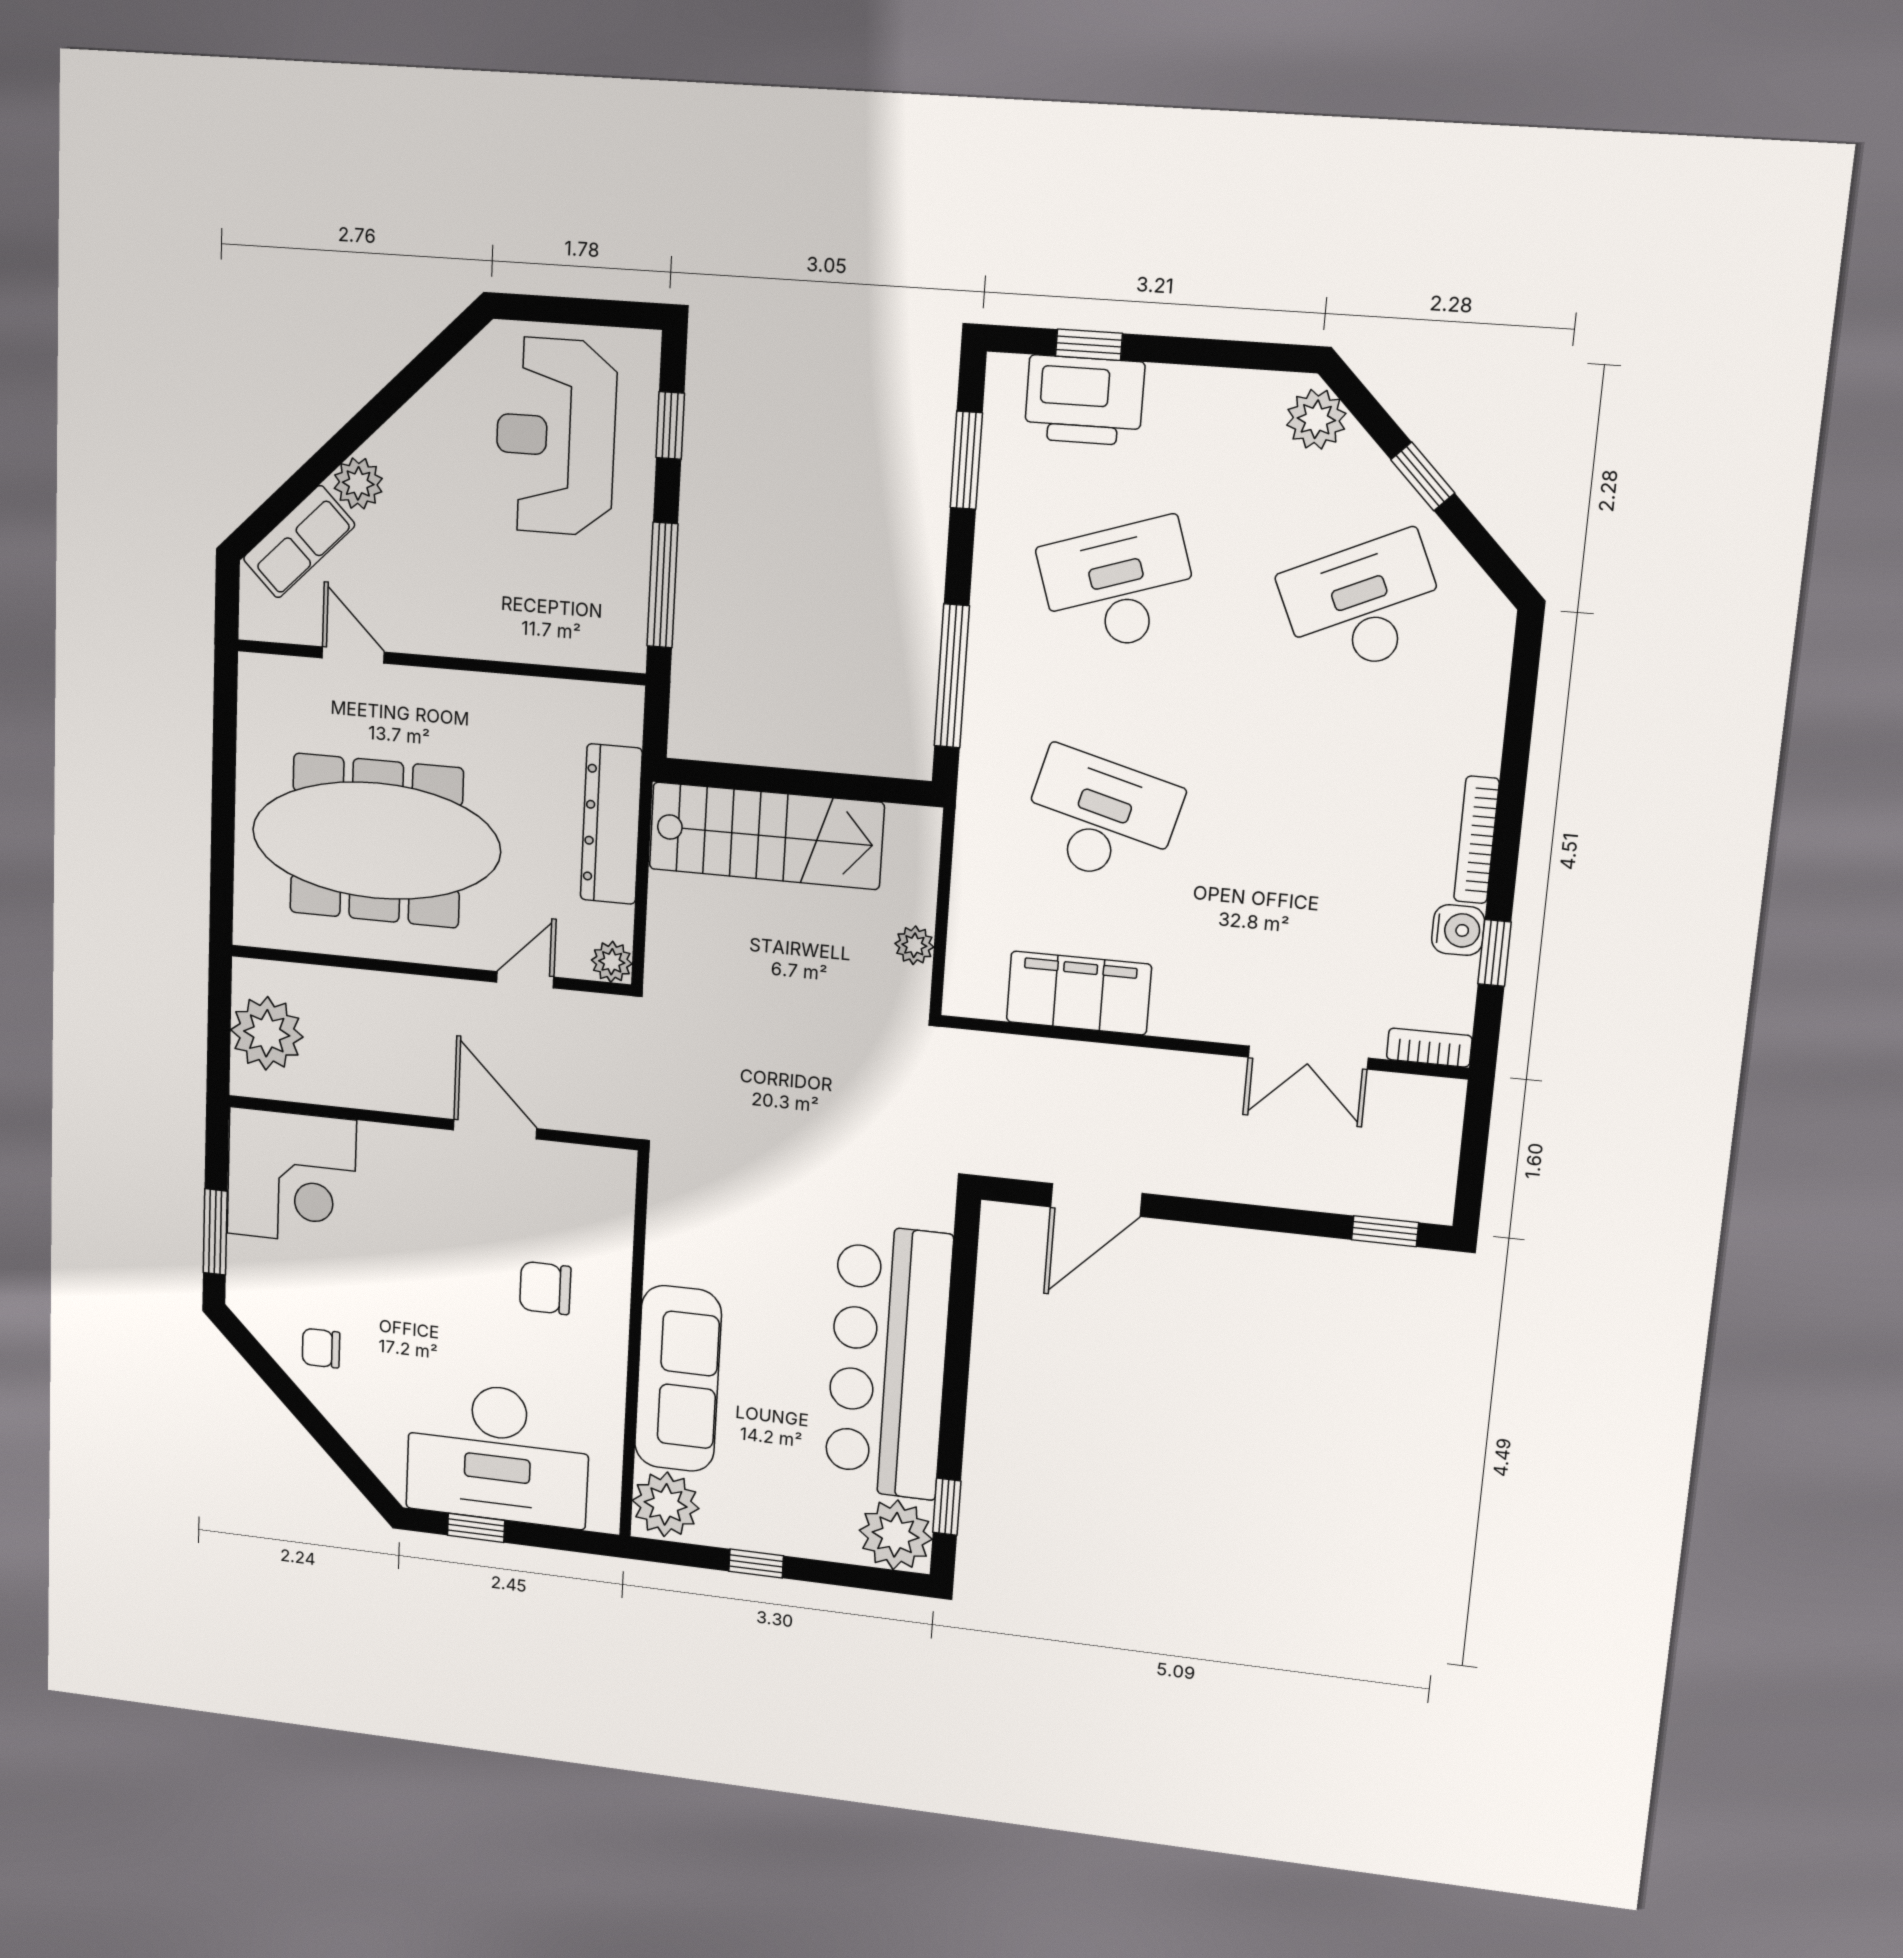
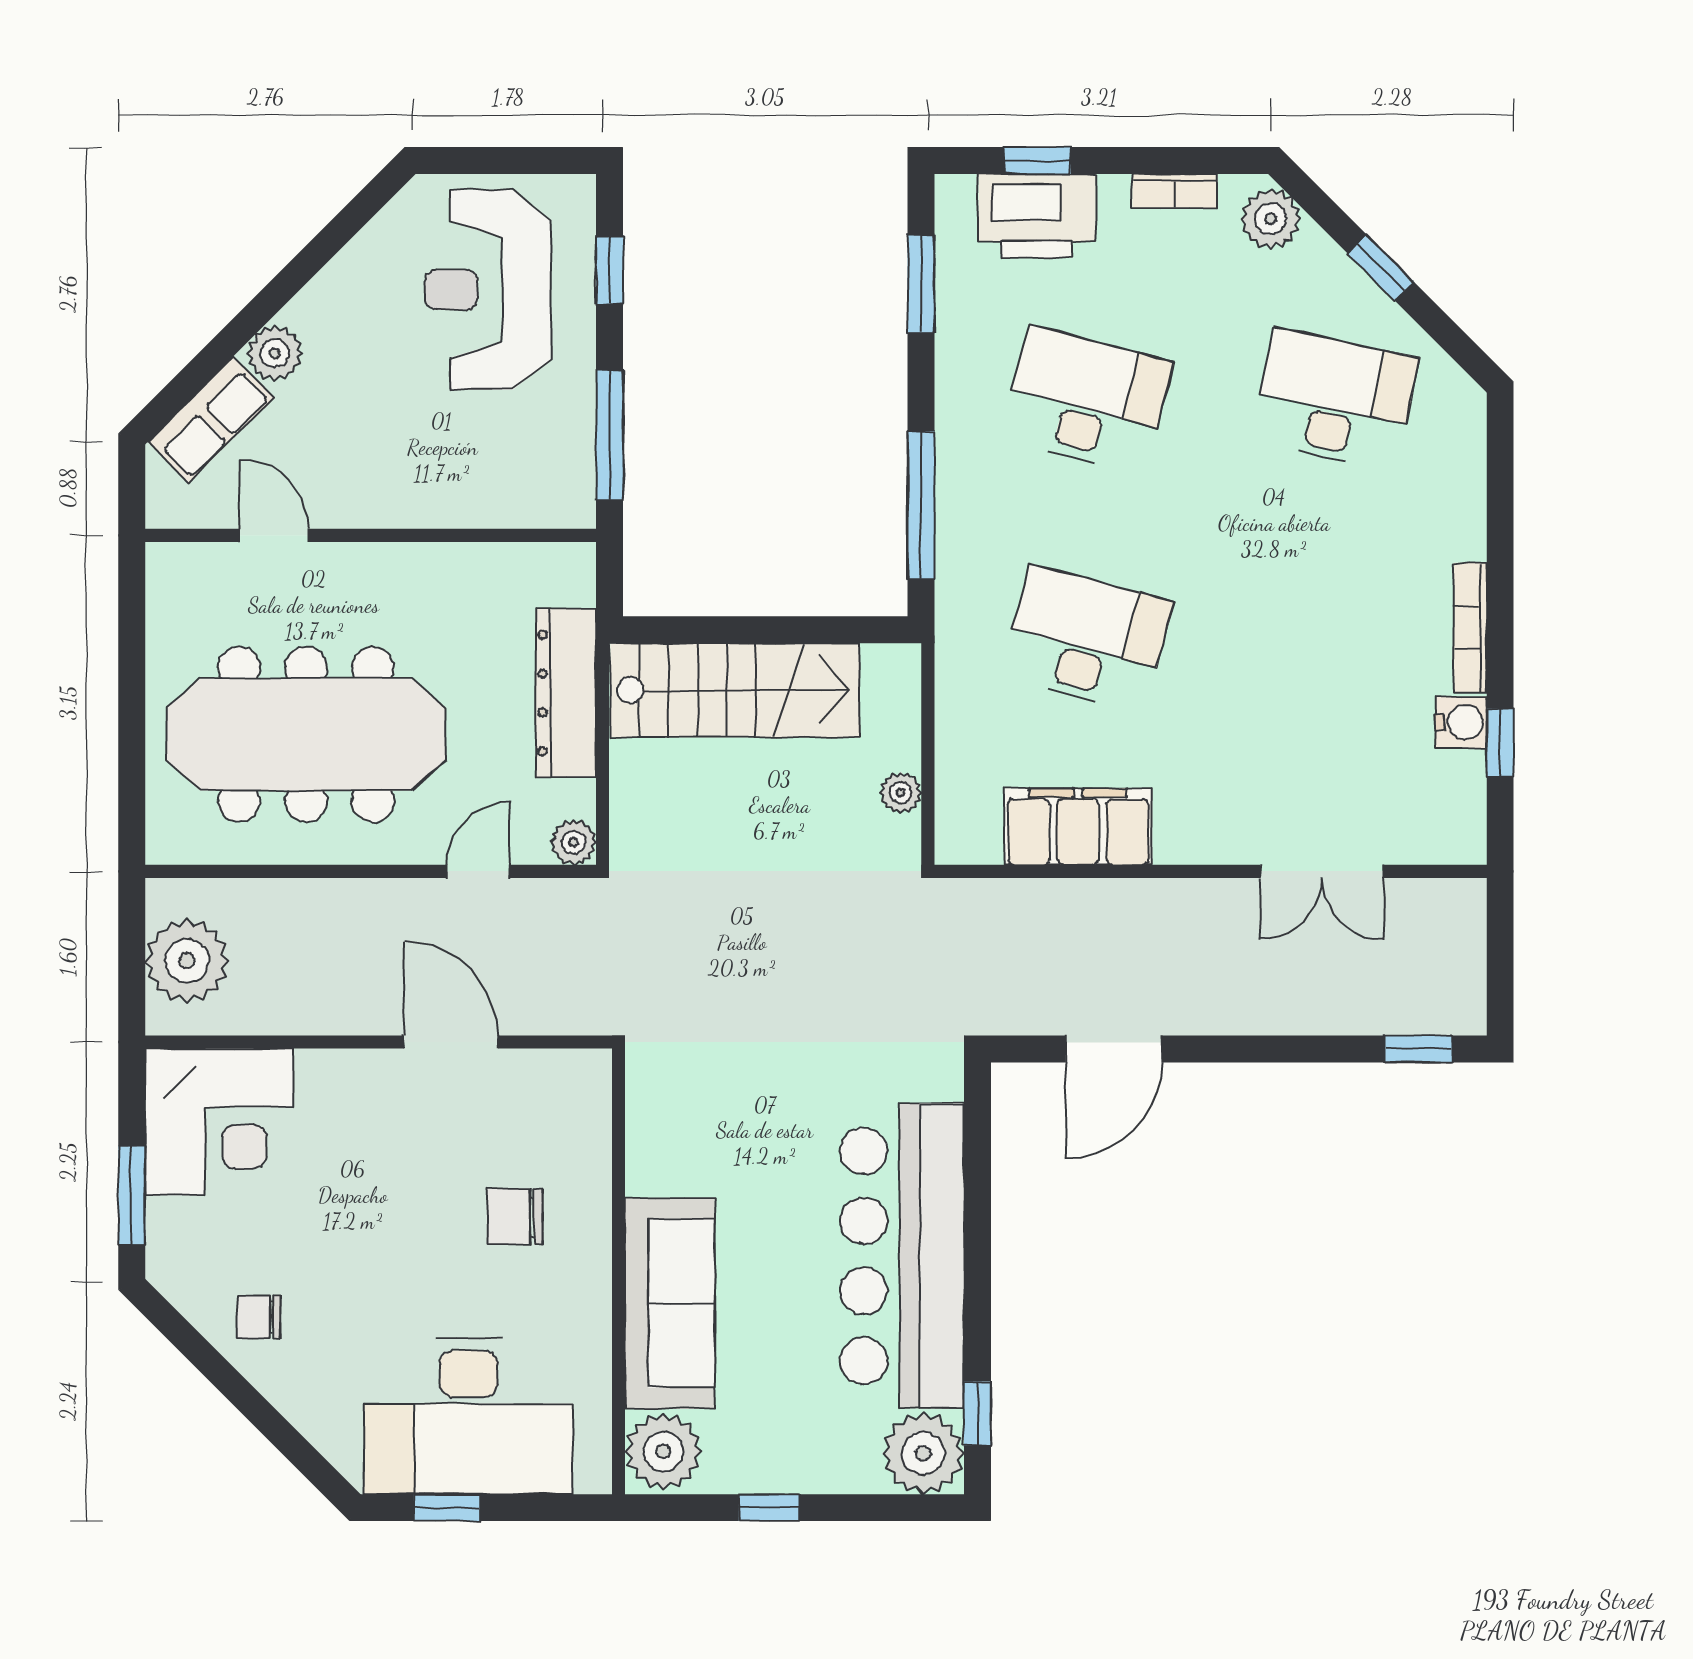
desk: (1119, 586) -> (1087, 400), turned 33
desk: (1363, 605) -> (1334, 400), turned 36
bookcase: (1429, 1048) -> (1175, 191), moved, turned 180

